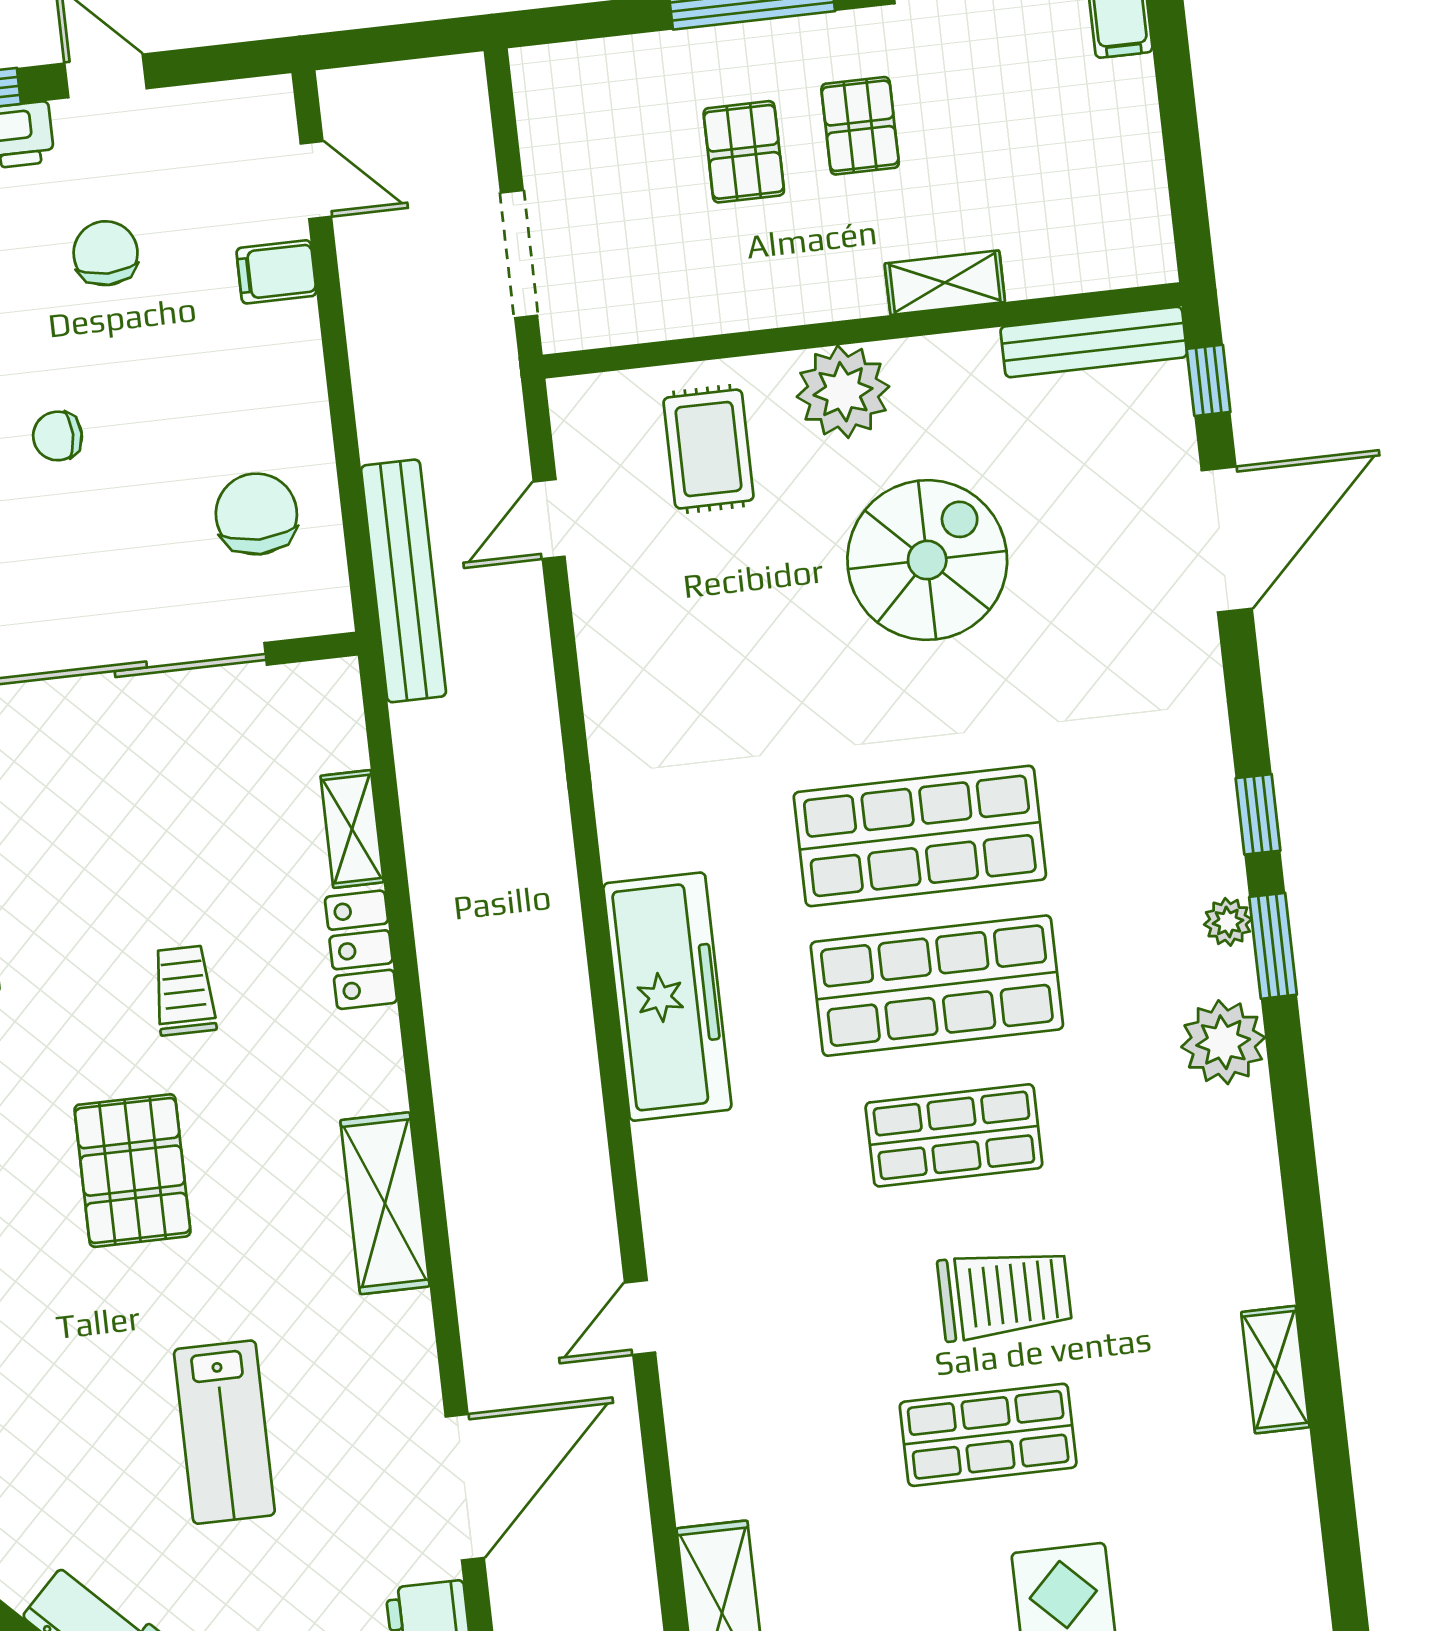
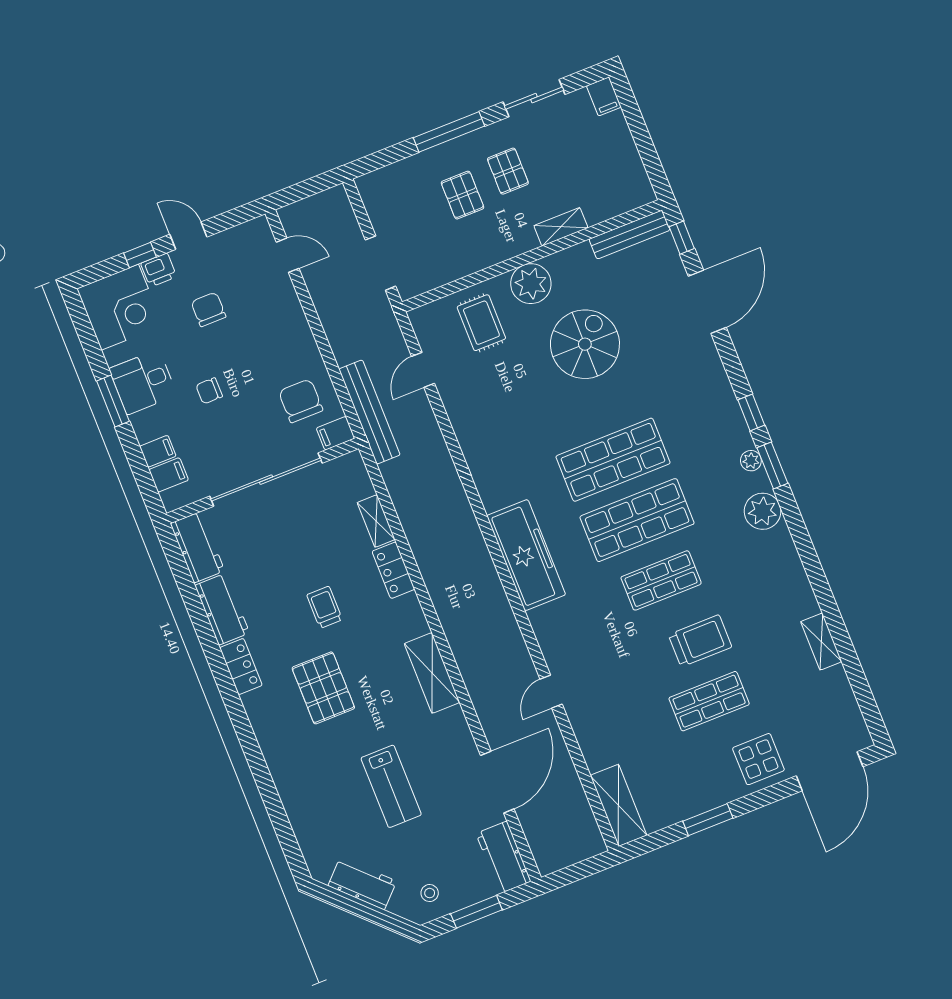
filing cabinet: (276, 272) -> (336, 433), moved

